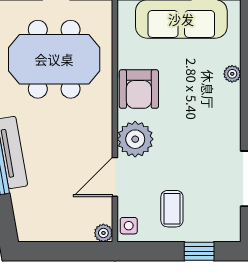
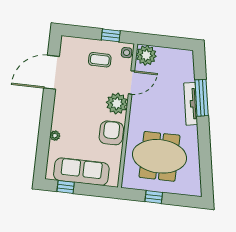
coffee table: (172, 209) -> (100, 60), turned 90
plant: (103, 233) -> (146, 55), width x1.88, depth x1.88
window: (199, 251) -> (111, 35), moved

